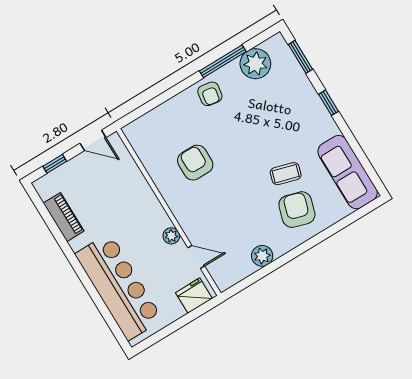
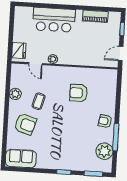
armchair: (195, 163) -> (79, 93), turned 180
sofa: (348, 172) -> (21, 159), width x0.73
coffee table: (286, 174) -> (39, 101), moved
door: (196, 257) -> (36, 64), hinge flipped
bar counter: (119, 287) -> (54, 20), width x0.73

